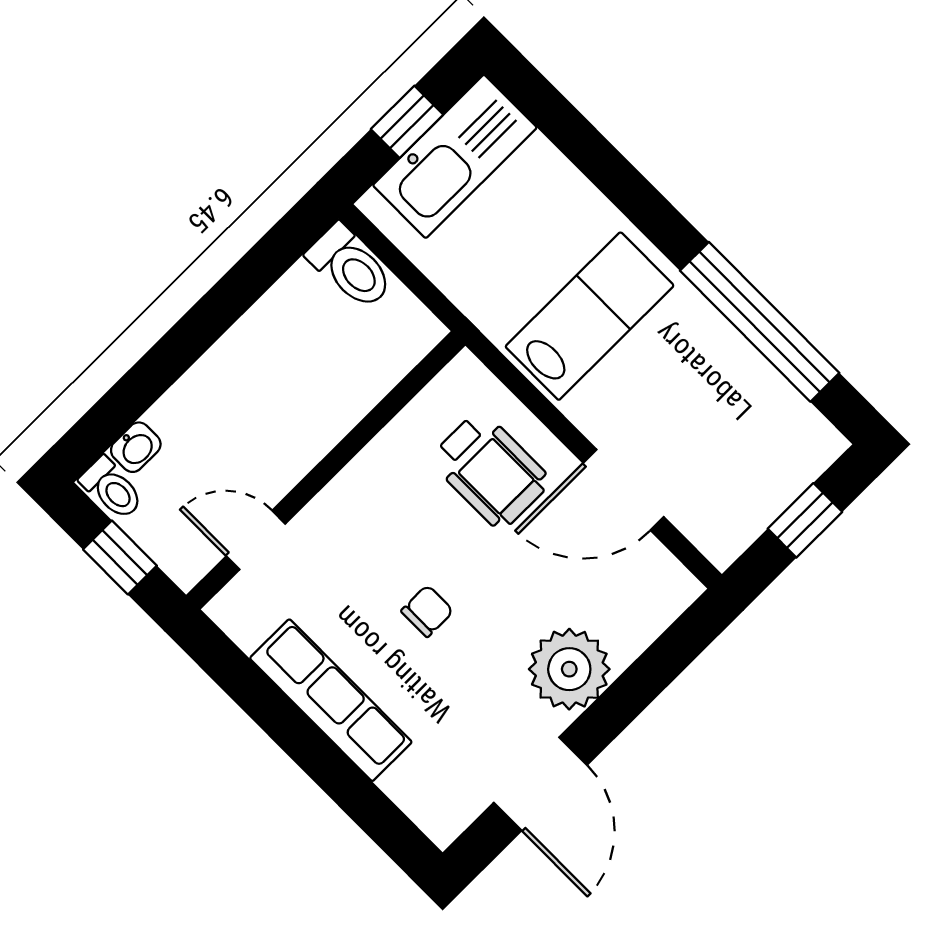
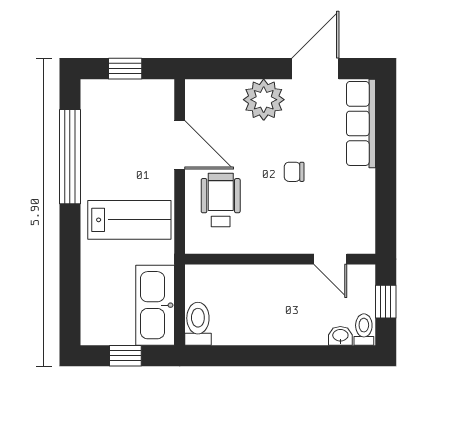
kitchen sink: (455, 156) -> (155, 305), moved, turned -90
lab bench: (590, 316) -> (129, 220), turned 180
row of seats: (331, 700) -> (361, 123), moved

